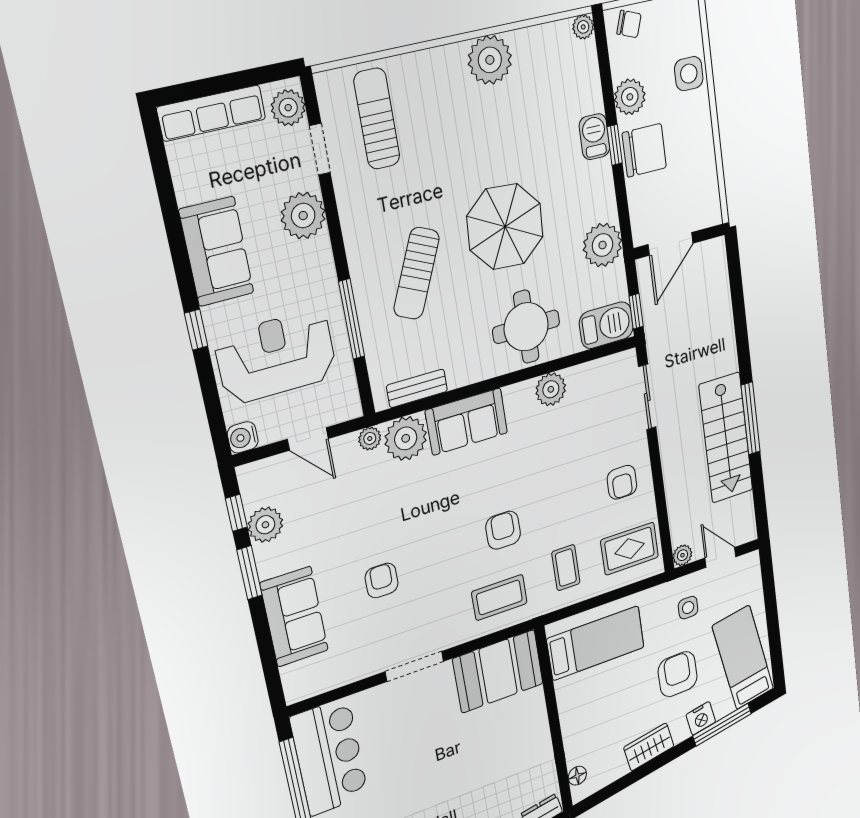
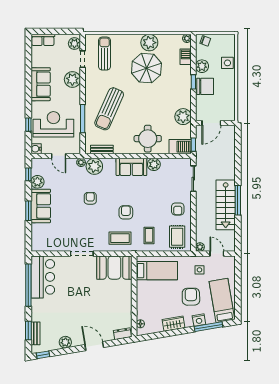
row of seats: (212, 113) -> (43, 40), width x0.68
barbecue: (594, 137) -> (186, 57), moved
parasol: (505, 227) -> (146, 68), moved
sun lounger: (416, 273) -> (109, 109), width x1.36, depth x1.34
window: (196, 330) -> (28, 125), moved
sofa: (467, 422) -> (131, 167), moved
rug: (630, 549) -> (177, 237), turned 90
window: (249, 573) -> (28, 211), moved
armchair: (382, 580) -> (90, 198), moved
sofa: (294, 617) -> (41, 206), moved

